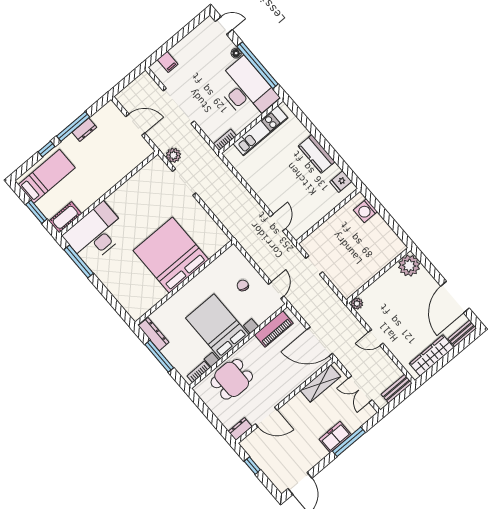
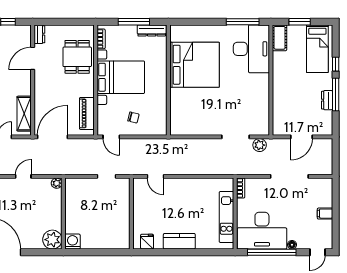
filing cabinet: (168, 62) -> (325, 214), moved
washing machine: (365, 211) -> (72, 242), moved
bed: (171, 255) -> (195, 65), moved

